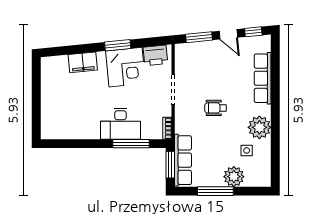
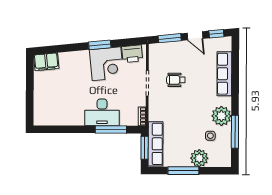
filing cabinet: (83, 62) -> (46, 62), moved
wheelchair: (216, 108) -> (176, 80), moved
window: (275, 146) -> (235, 132), added

